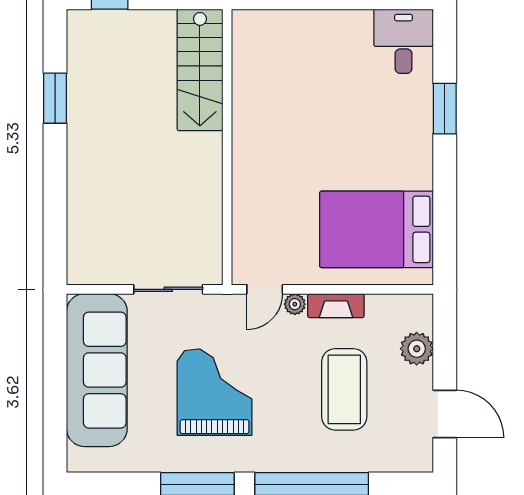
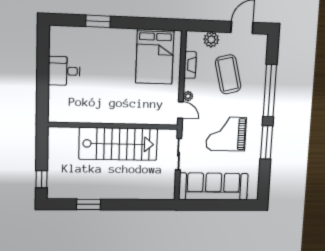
desk: (404, 41) -> (64, 71), moved
stairs: (200, 70) -> (118, 144), moved, width x1.36, depth x1.51
fireplace: (336, 306) -> (190, 65), moved
coffee table: (344, 389) -> (228, 74), turned 76

